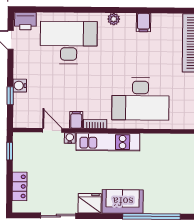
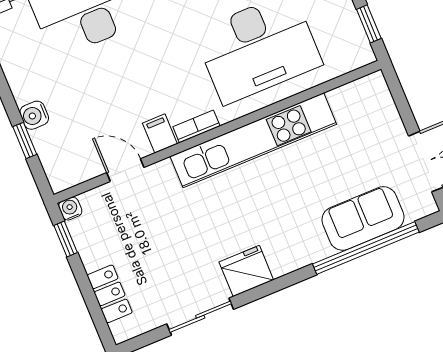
water cooler: (70, 138) -> (70, 209), moved
kitchen unit: (108, 142) -> (253, 140), width x1.36
sofa: (123, 201) -> (363, 218), moved

